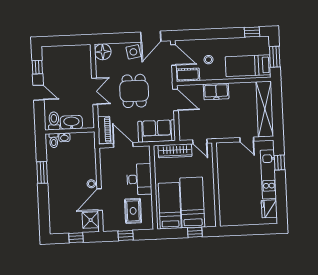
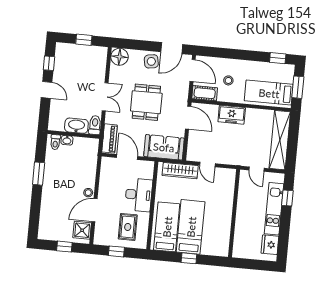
window: (67, 40) -> (84, 40), added
toilet: (54, 121) -> (95, 125), moved
wall: (216, 185) -> (234, 213), moved

